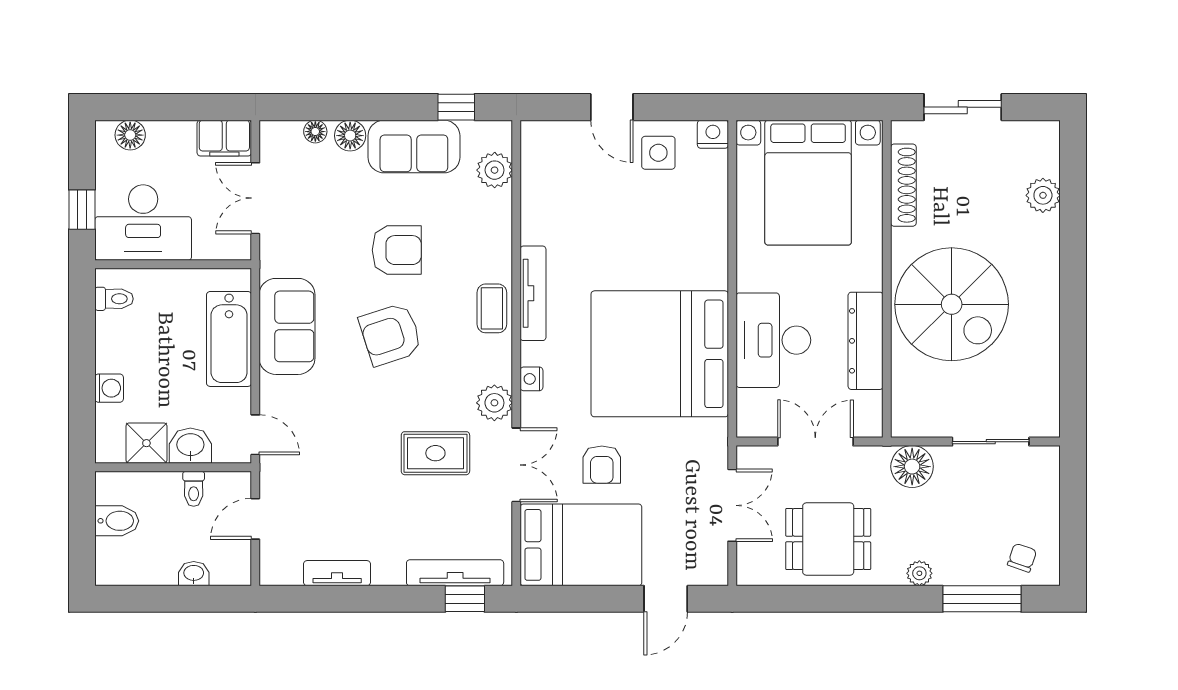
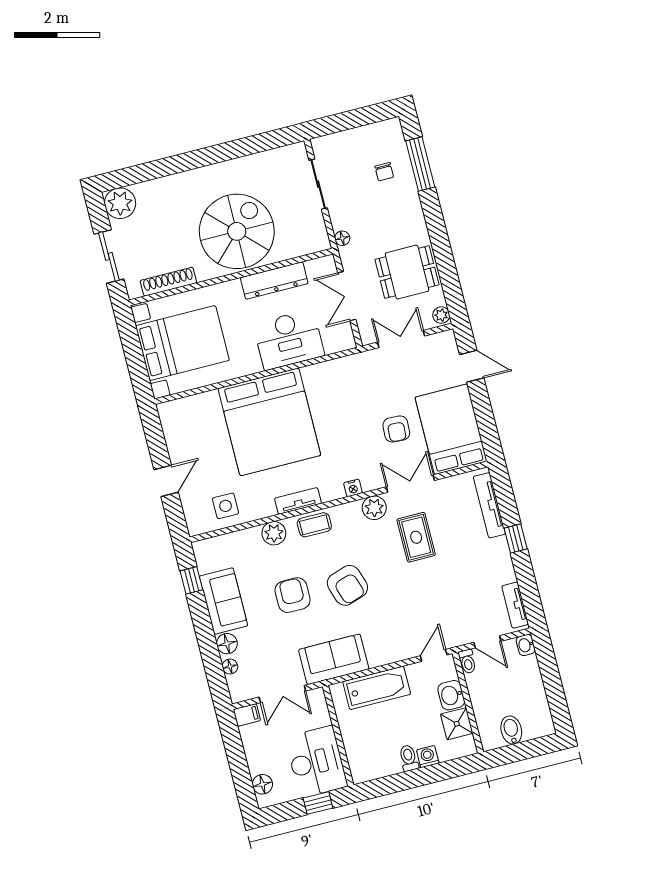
nightstand: (713, 134) -> (167, 412), removed
filing cabinet: (224, 138) -> (247, 715), width x0.50
side table: (658, 153) -> (226, 506), moved
plant: (495, 170) -> (274, 533), moved
plant: (1043, 195) -> (120, 203), moved, width x1.36, depth x1.36
tv unit: (533, 293) -> (298, 501), width x0.71
toilet: (114, 299) -> (409, 758), moved
sofa: (287, 326) -> (334, 659), moved
bed: (660, 354) -> (269, 422), moved
armchair: (602, 465) -> (396, 429), turned 93
floor lamp: (912, 467) -> (342, 238), width x0.53, depth x0.53
toilet: (194, 489) -> (467, 661), moved, turned 90
dining table: (828, 539) -> (407, 272), turned 90
chair: (1022, 558) -> (384, 172), moved, turned -109
tv unit: (337, 573) -> (515, 605), moved
plant: (919, 573) -> (441, 315), moved
washbasin: (194, 574) -> (526, 645), moved
window: (465, 599) -> (516, 539), moved

